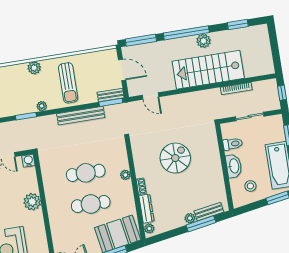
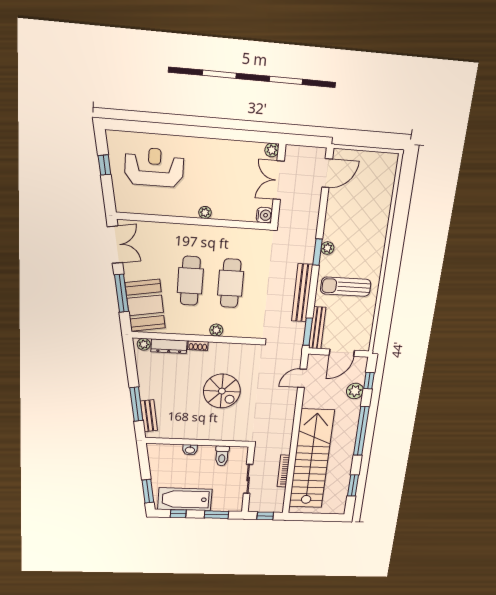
window: (141, 40) -> (369, 381), width x0.46
plant: (203, 41) -> (355, 391), moved
plant: (34, 68) -> (376, 250), removed
stairs: (208, 70) -> (311, 459), width x1.36
bench: (111, 95) -> (317, 328), width x1.36
window: (26, 116) -> (317, 252), moved
washbasin: (234, 166) -> (190, 450), width x0.52, depth x0.69
stool: (250, 186) -> (169, 466), removed
plant: (32, 202) -> (205, 212), width x0.53, depth x0.53
plant: (190, 218) -> (146, 393), removed

